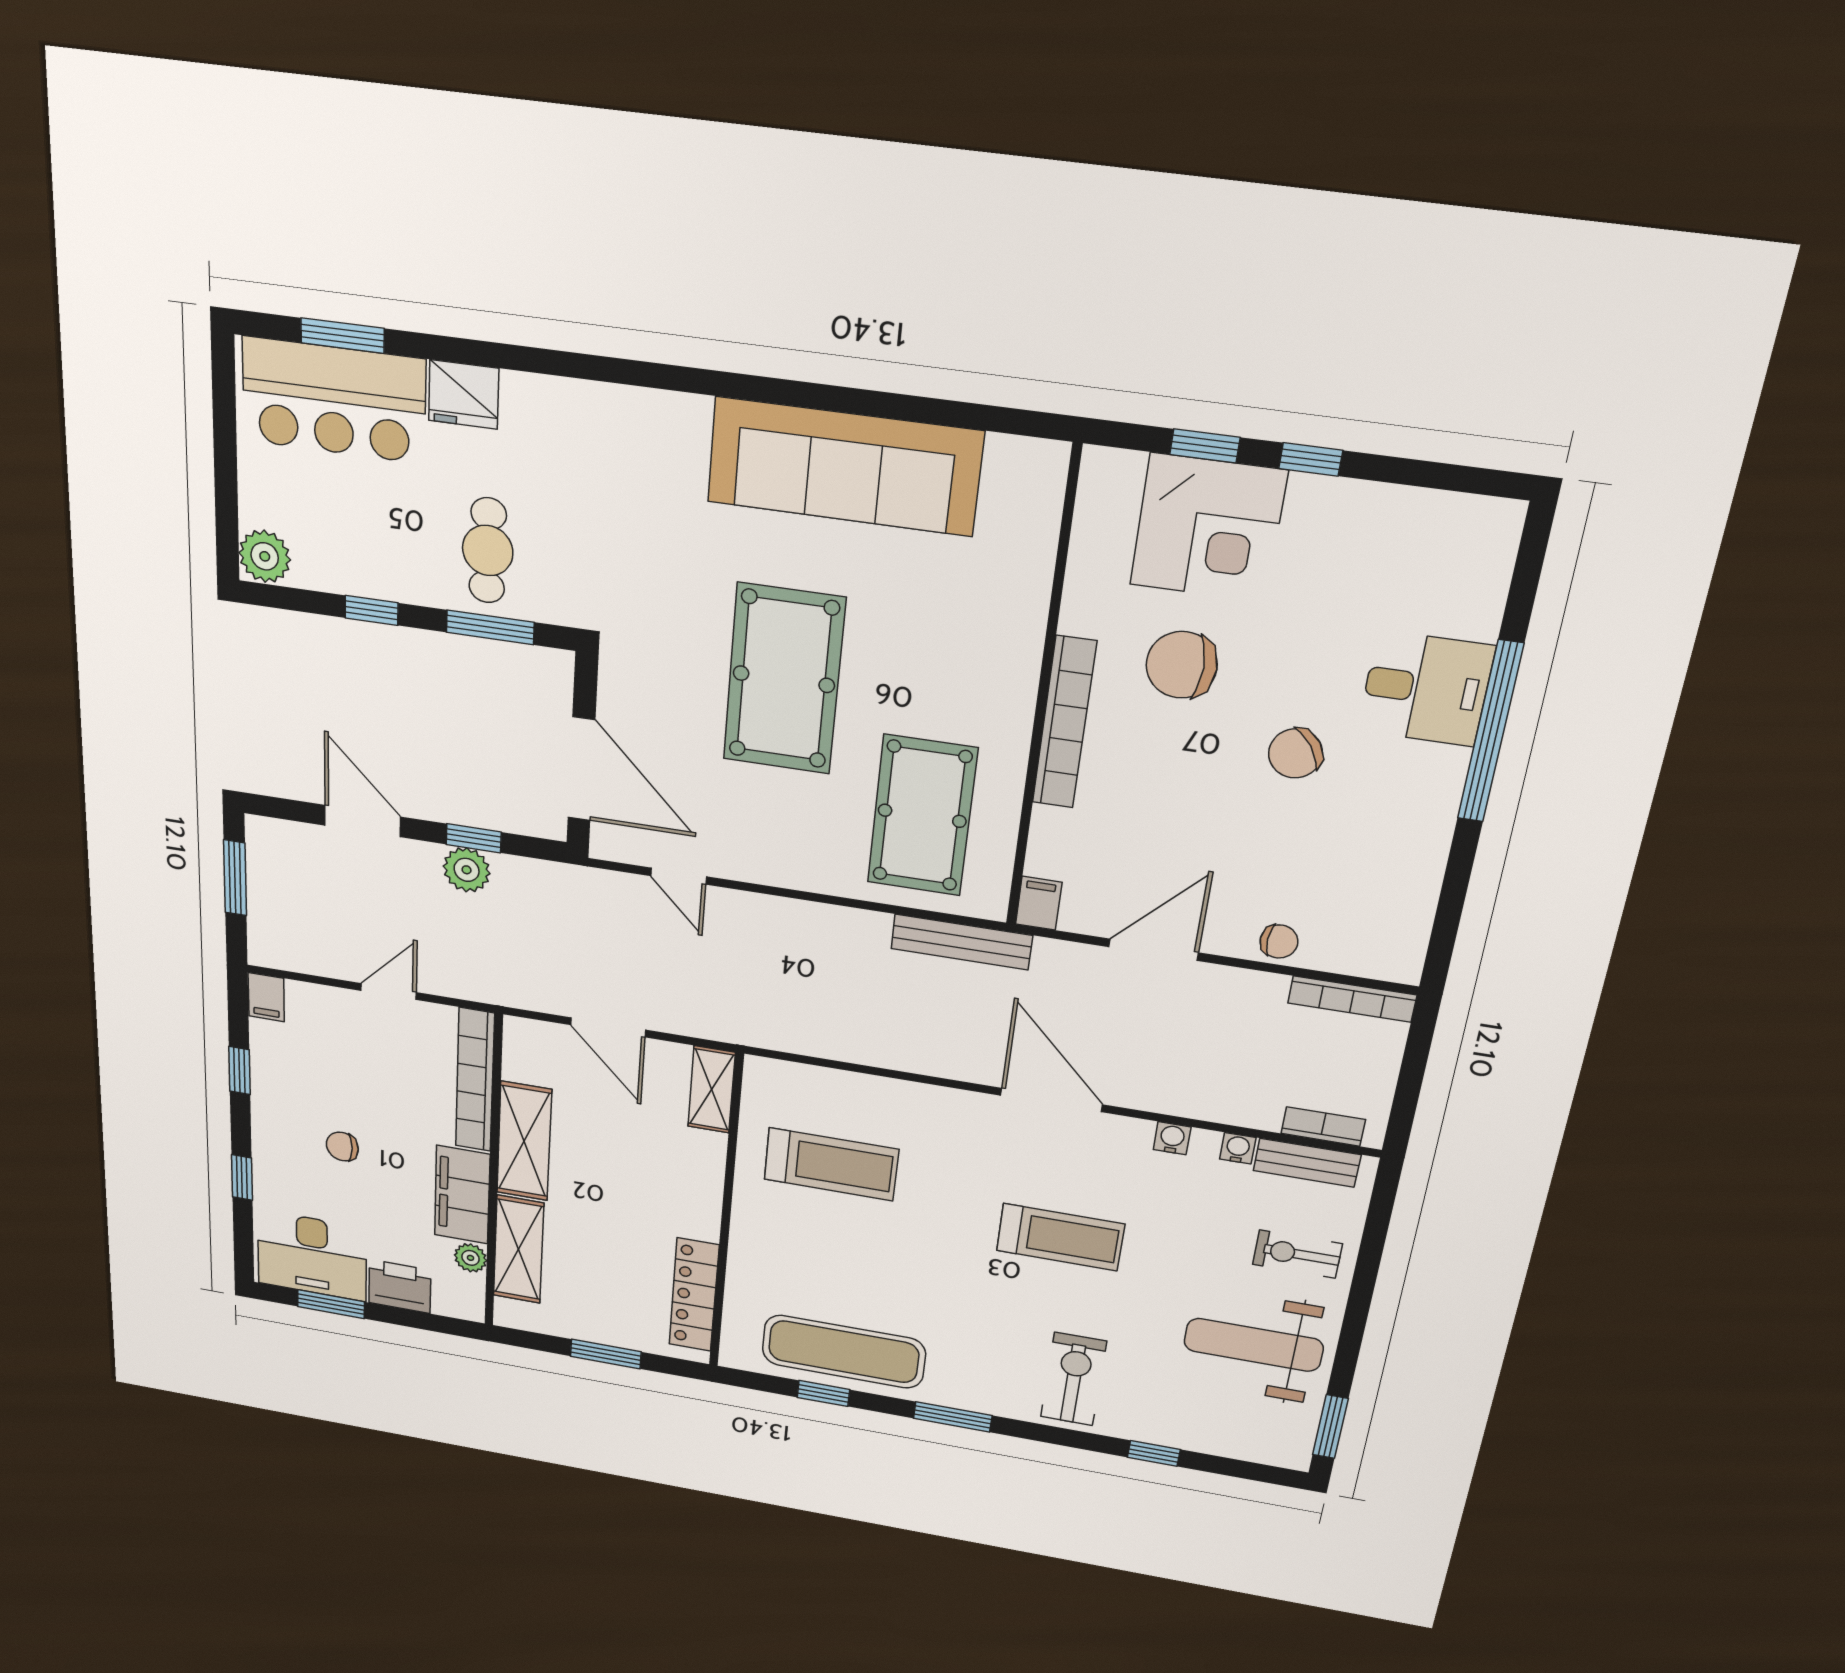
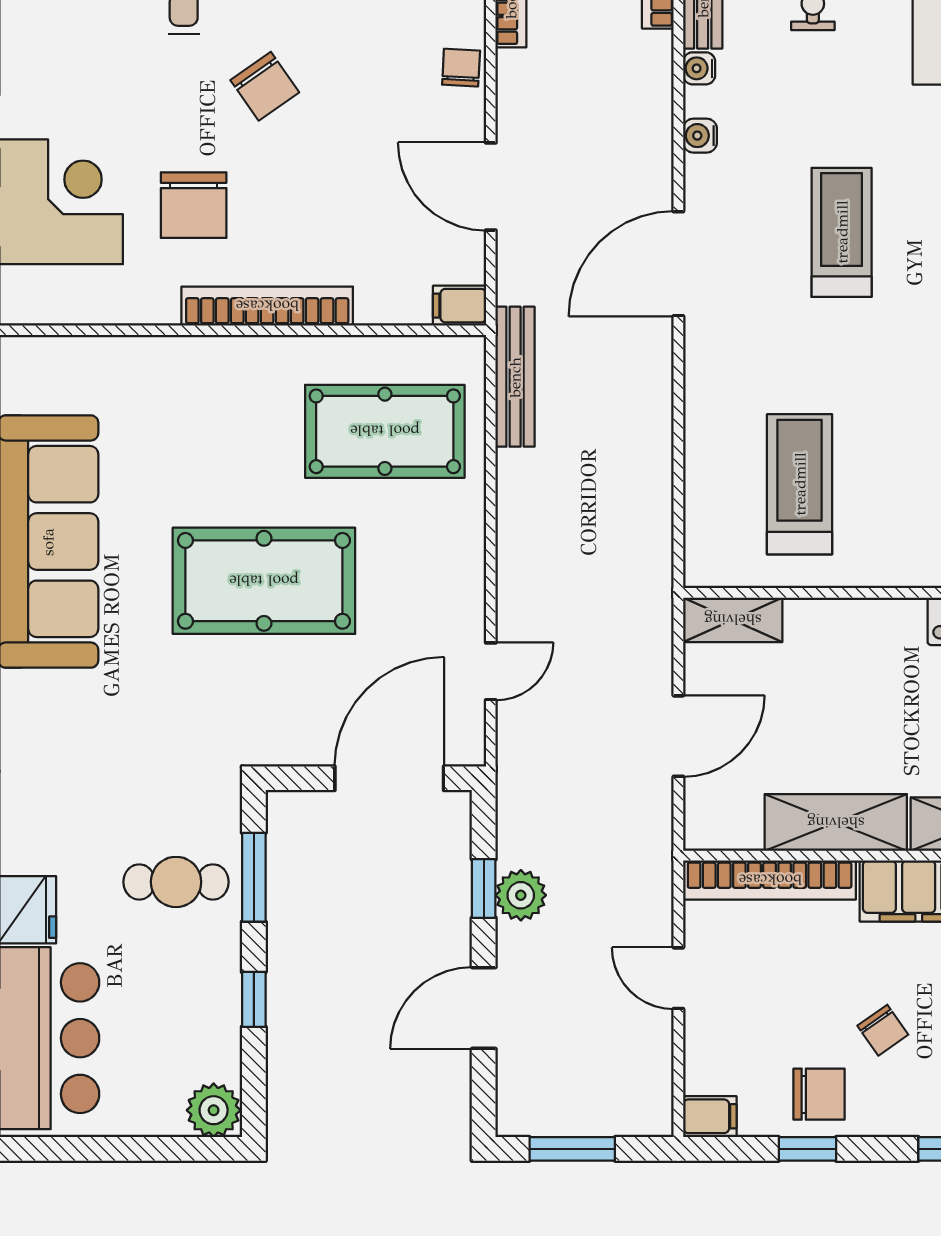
chair: (287, 1088) -> (819, 1094), added
chair: (342, 1147) -> (883, 1030), turned -35

